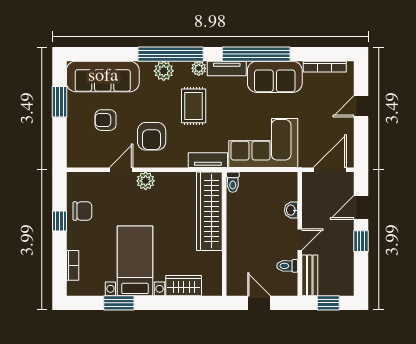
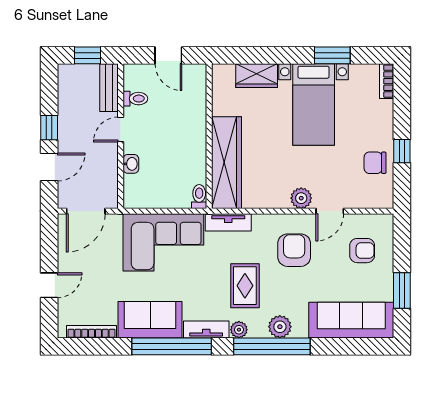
armchair: (106, 120) -> (362, 251), moved
bookcase: (73, 265) -> (387, 81), moved

